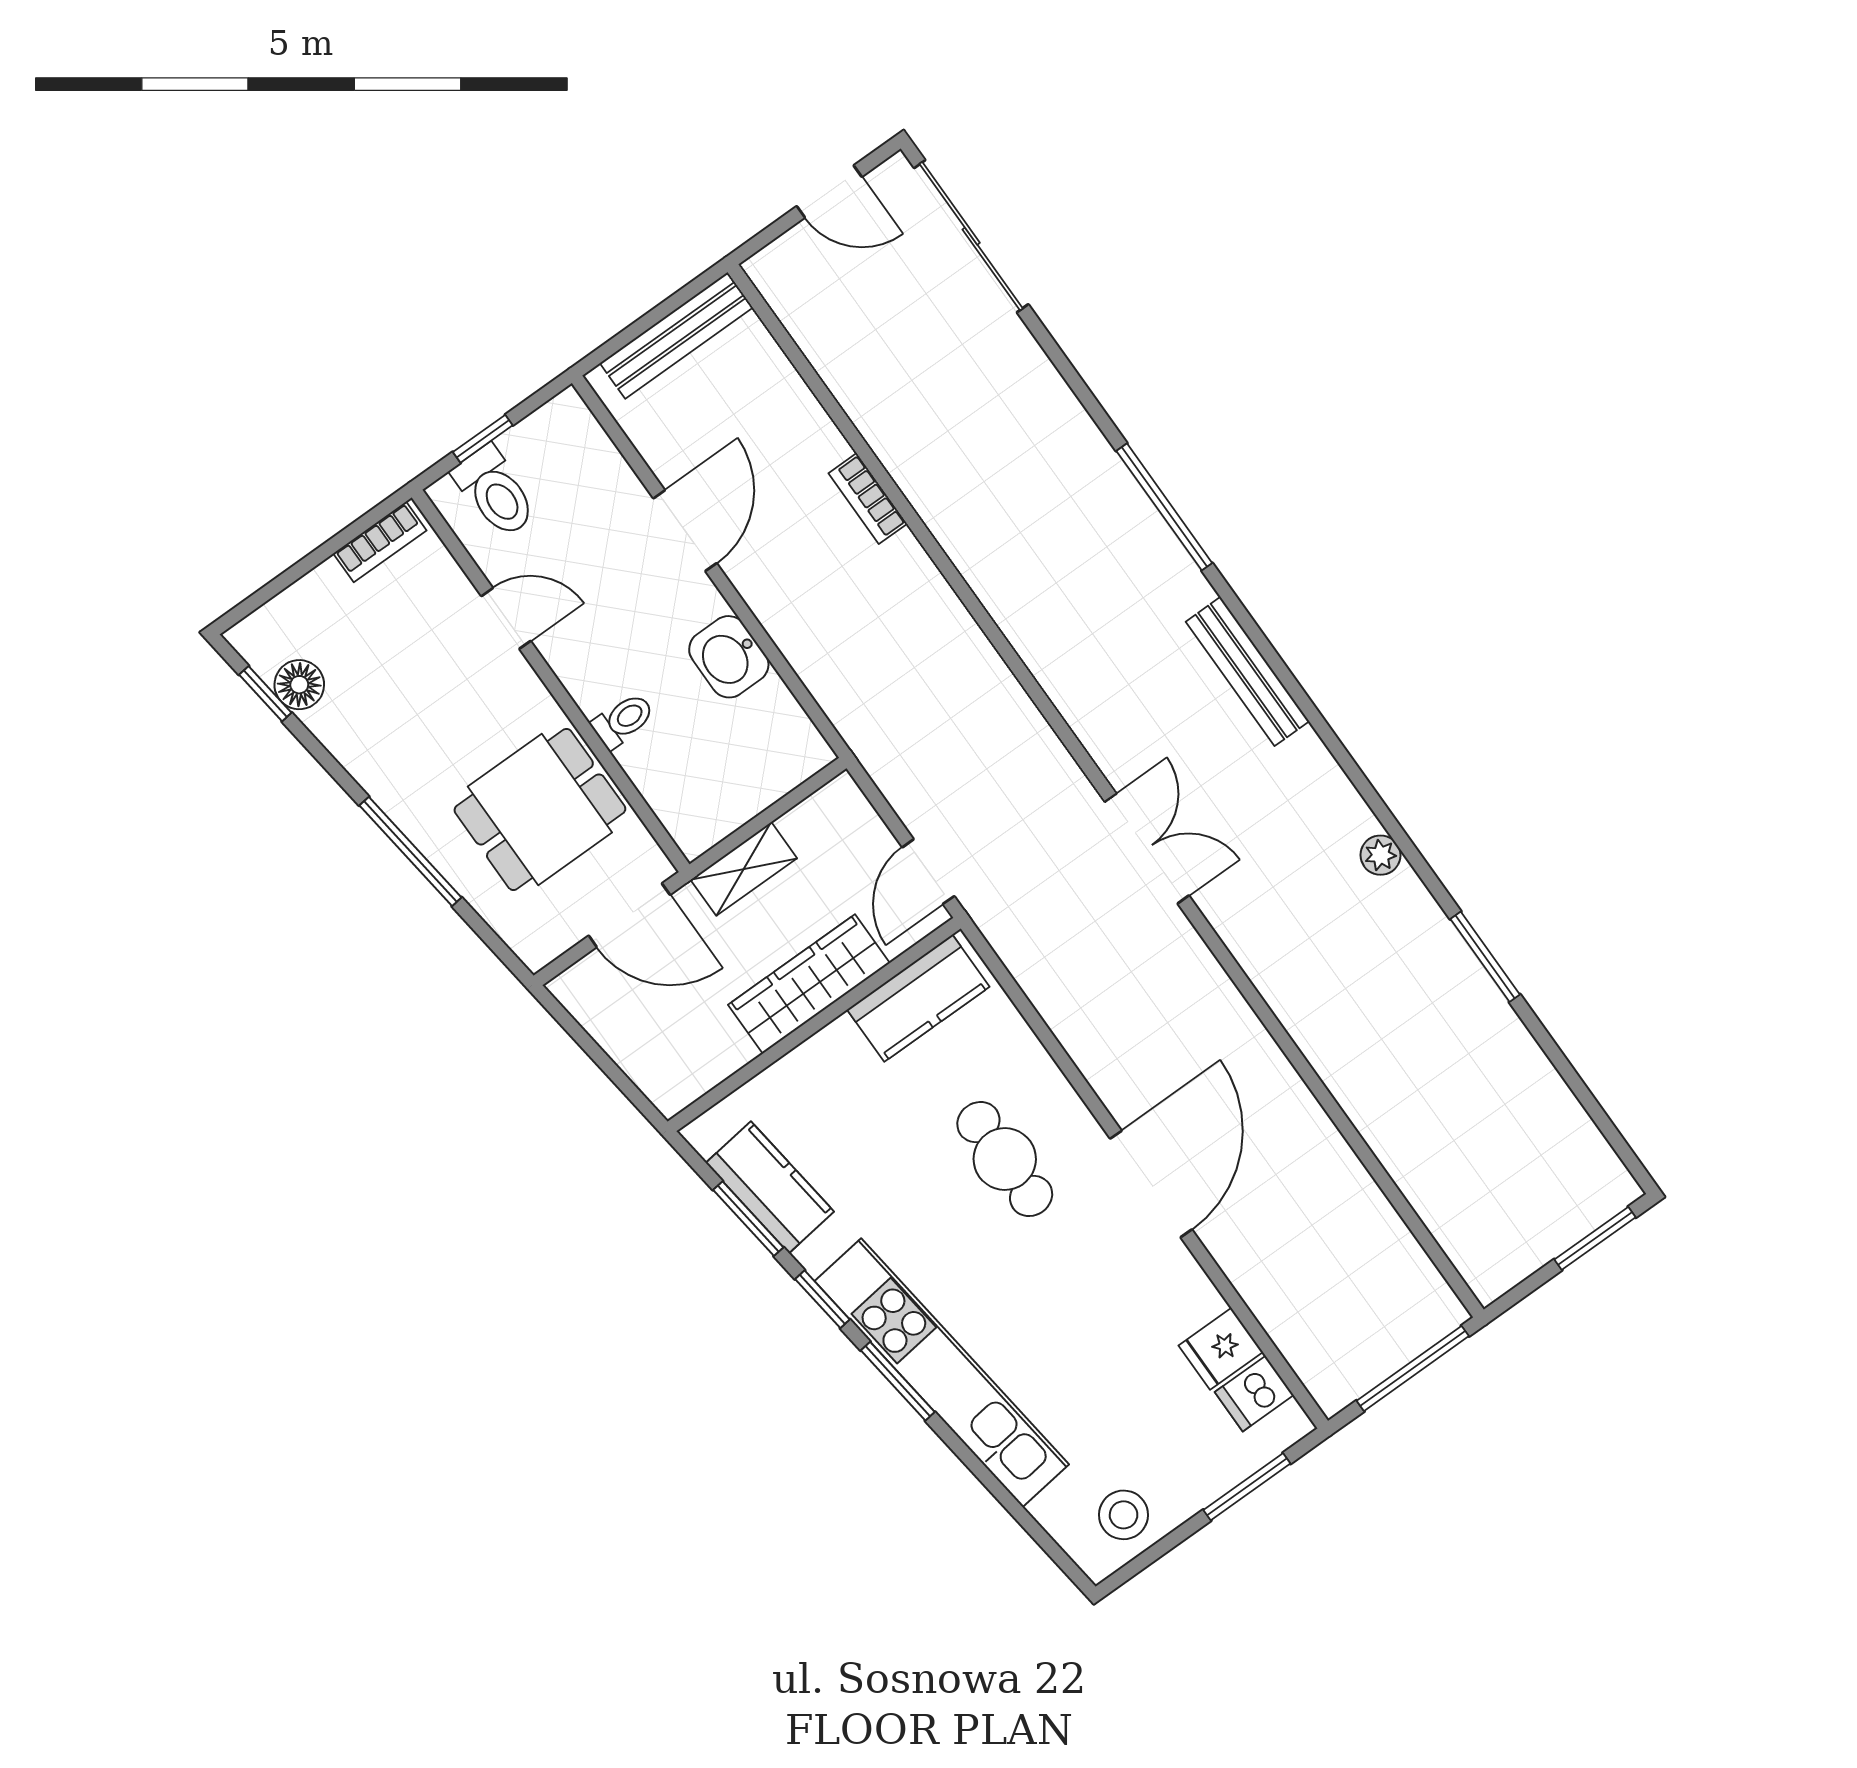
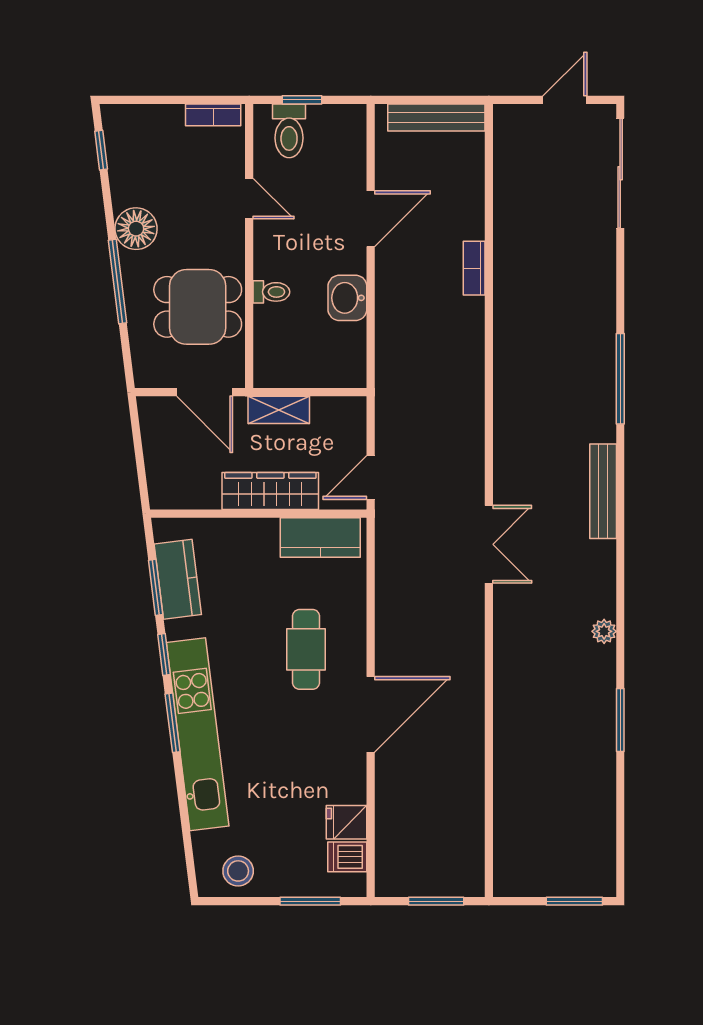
door: (829, 192) -> (565, 100), swing flipped
floor lamp: (299, 685) -> (136, 229), moved, width x1.38, depth x1.38
window: (1413, 1368) -> (436, 901), width x0.69

